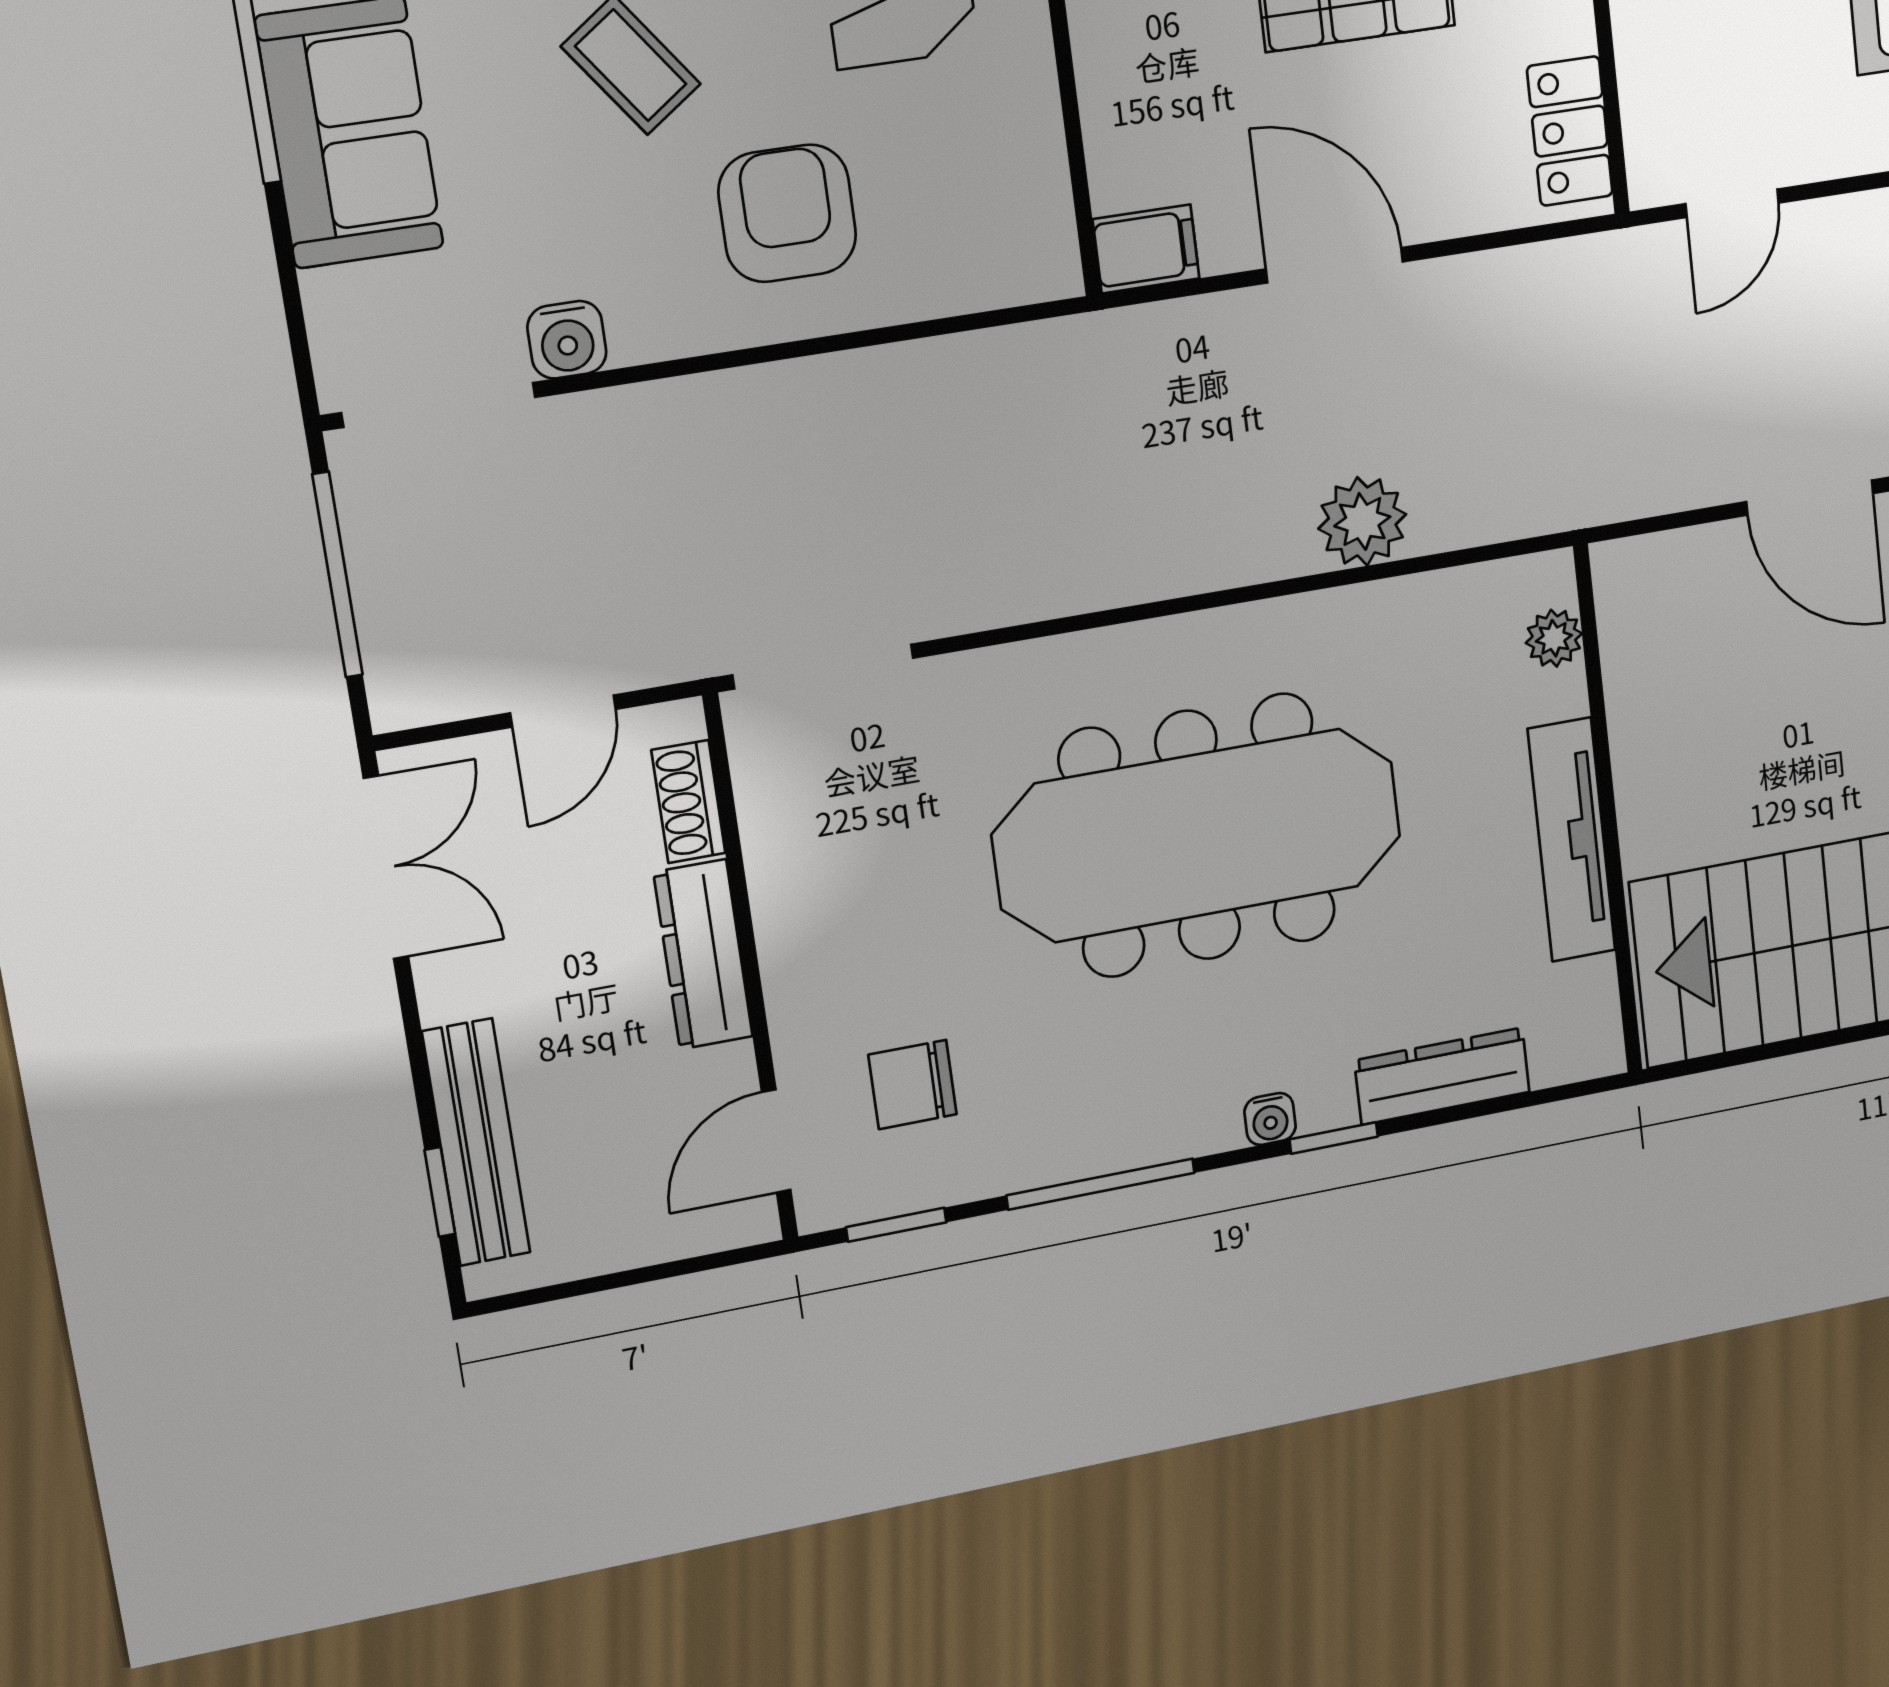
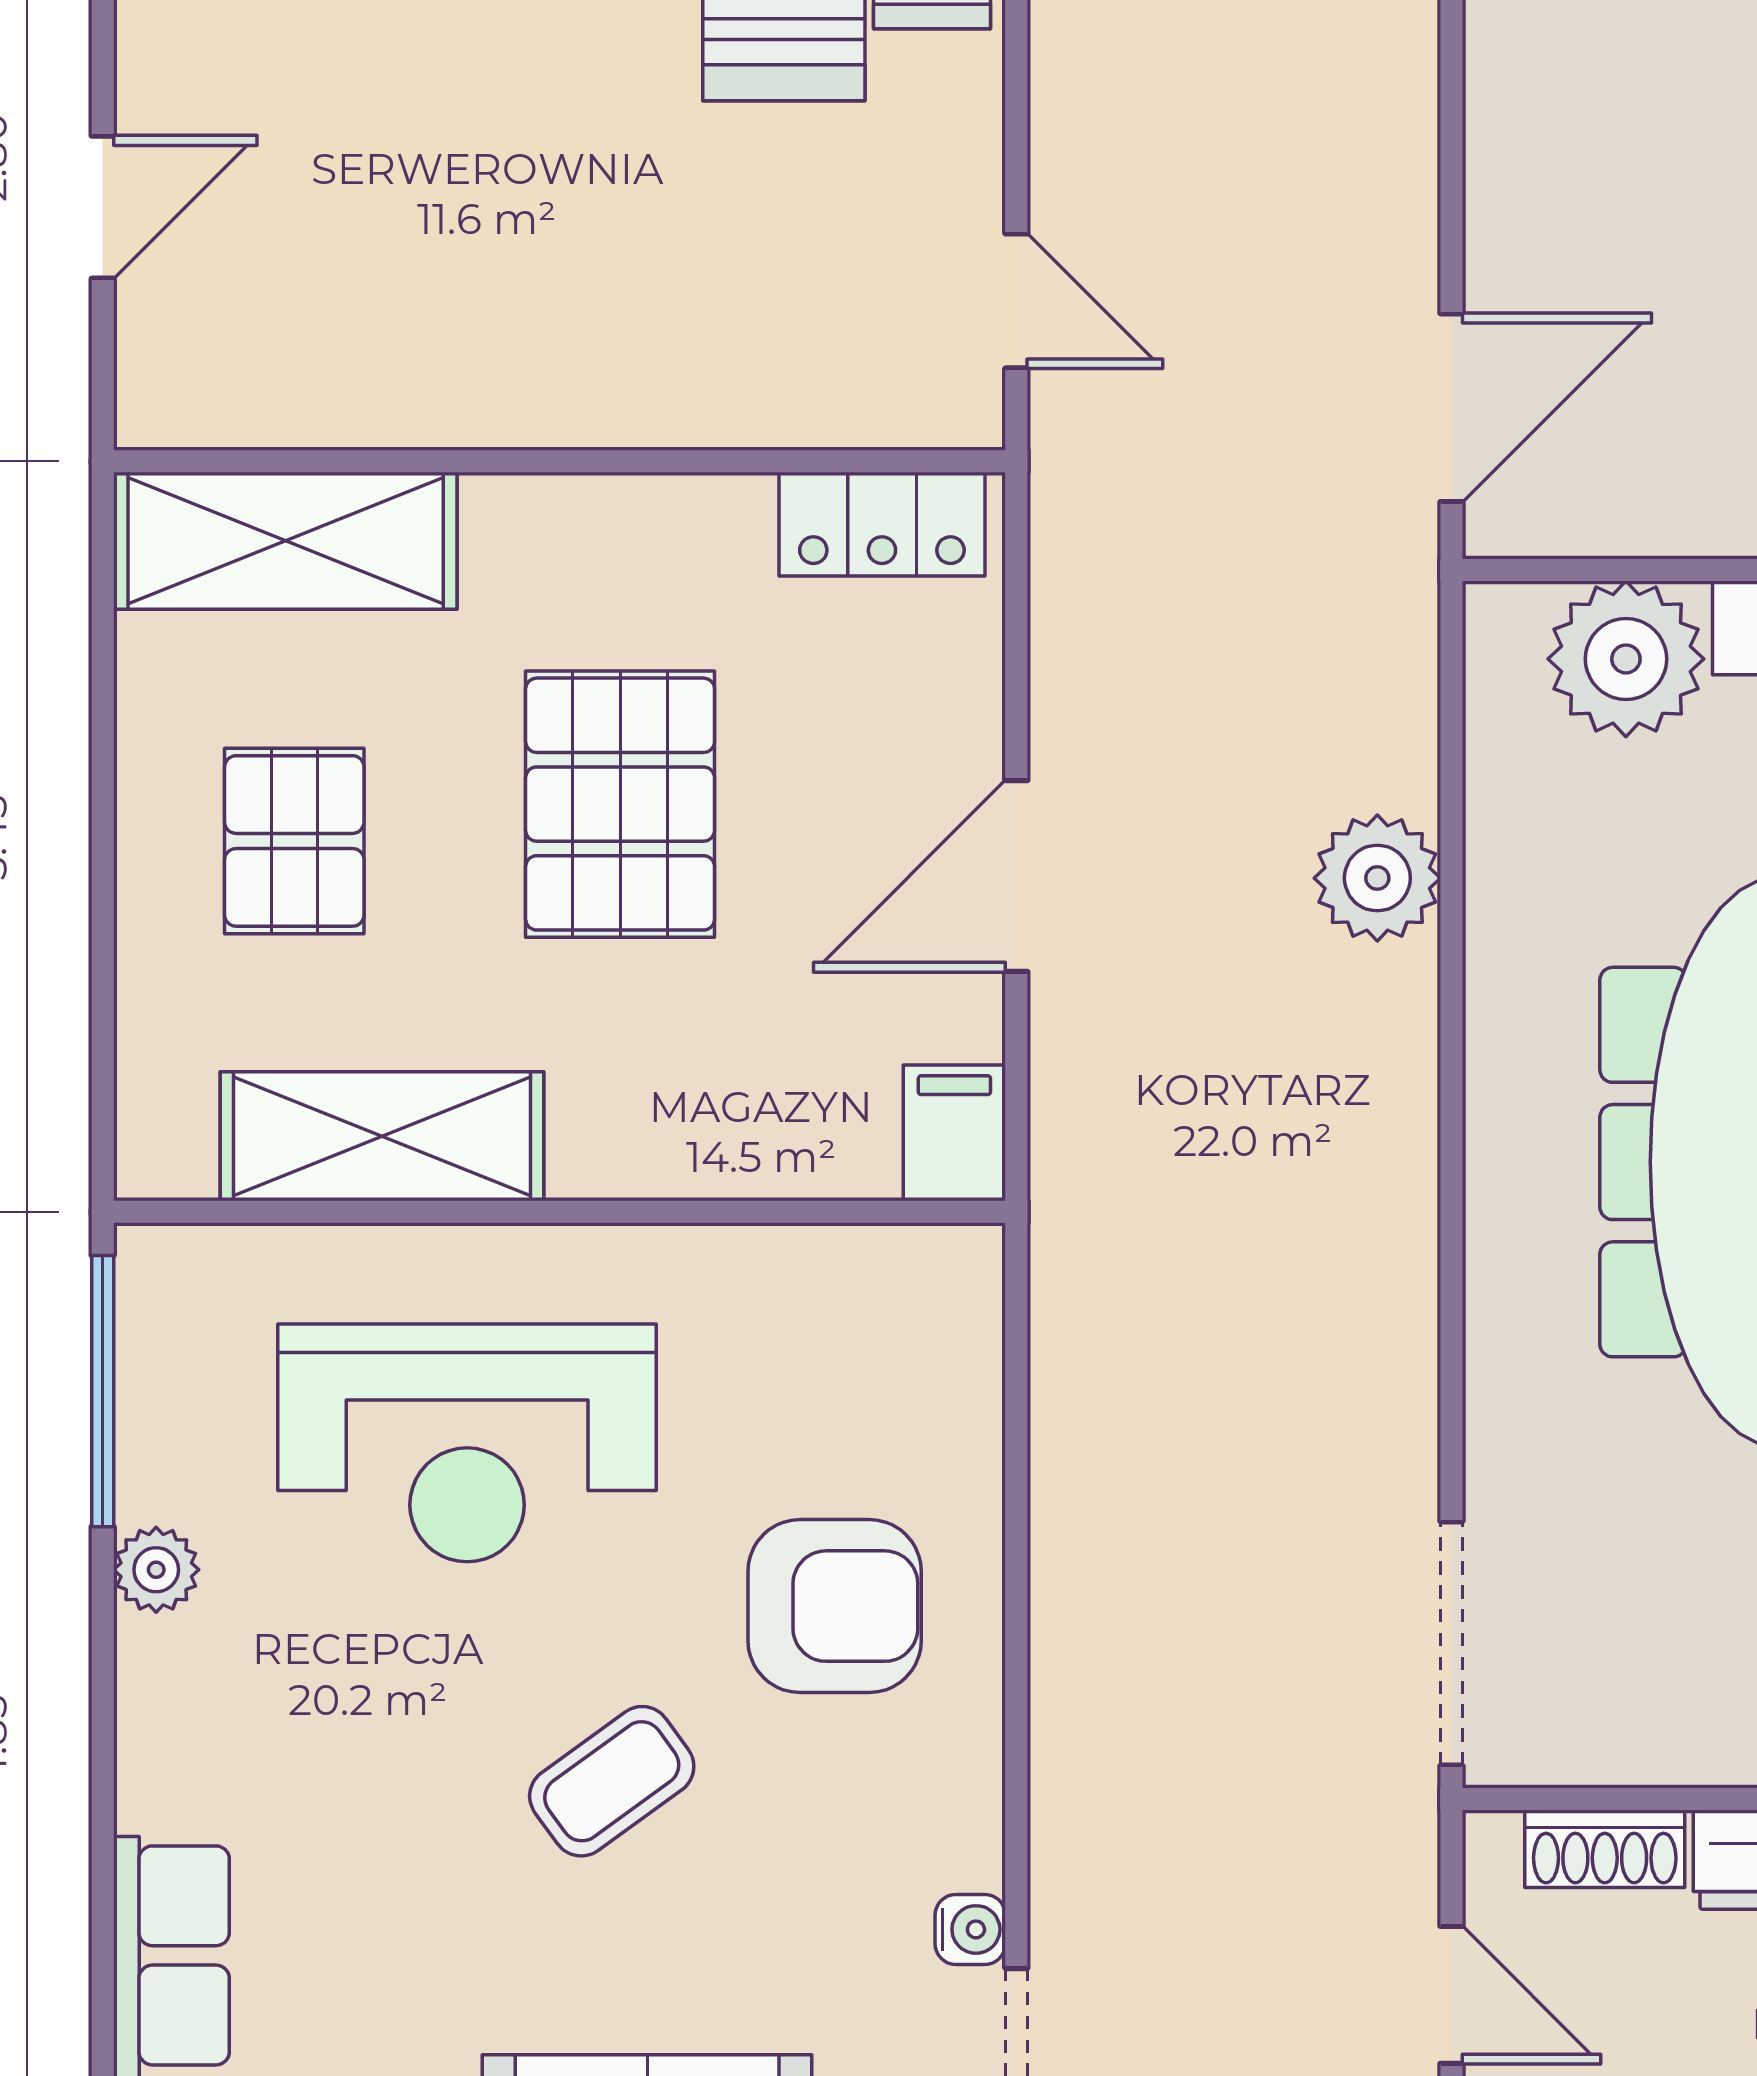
armchair: (787, 213) -> (835, 1606), turned 180
water cooler: (567, 340) -> (970, 1929), width x0.72, depth x0.72
door: (1810, 498) -> (1451, 408), moved
plant: (1554, 638) -> (1626, 659), width x1.87, depth x1.87

